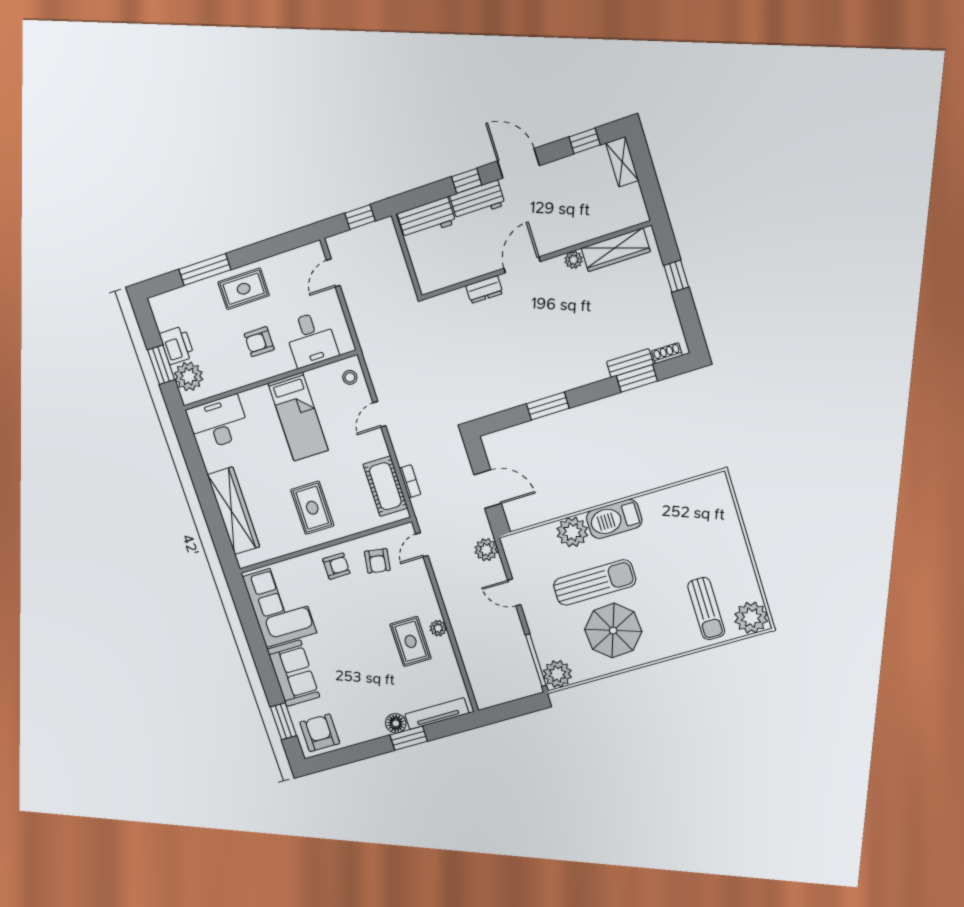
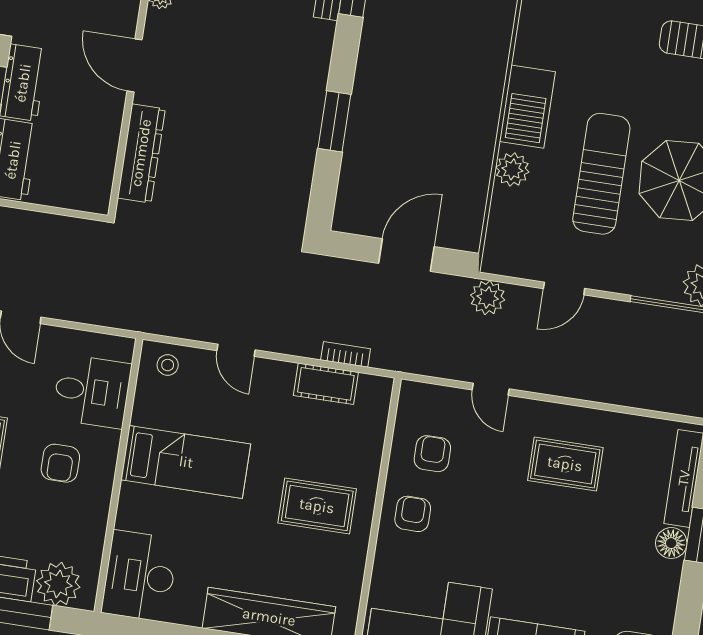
dresser: (484, 290) -> (141, 153), width x1.96, depth x1.24
cot: (385, 486) -> (326, 384), width x0.73, depth x0.75
plant: (572, 532) -> (512, 169), width x0.73, depth x0.73
door: (422, 545) -> (491, 389), moved
armchair: (377, 561) -> (432, 454), turned -99
plant: (438, 628) -> (565, 417), removed

